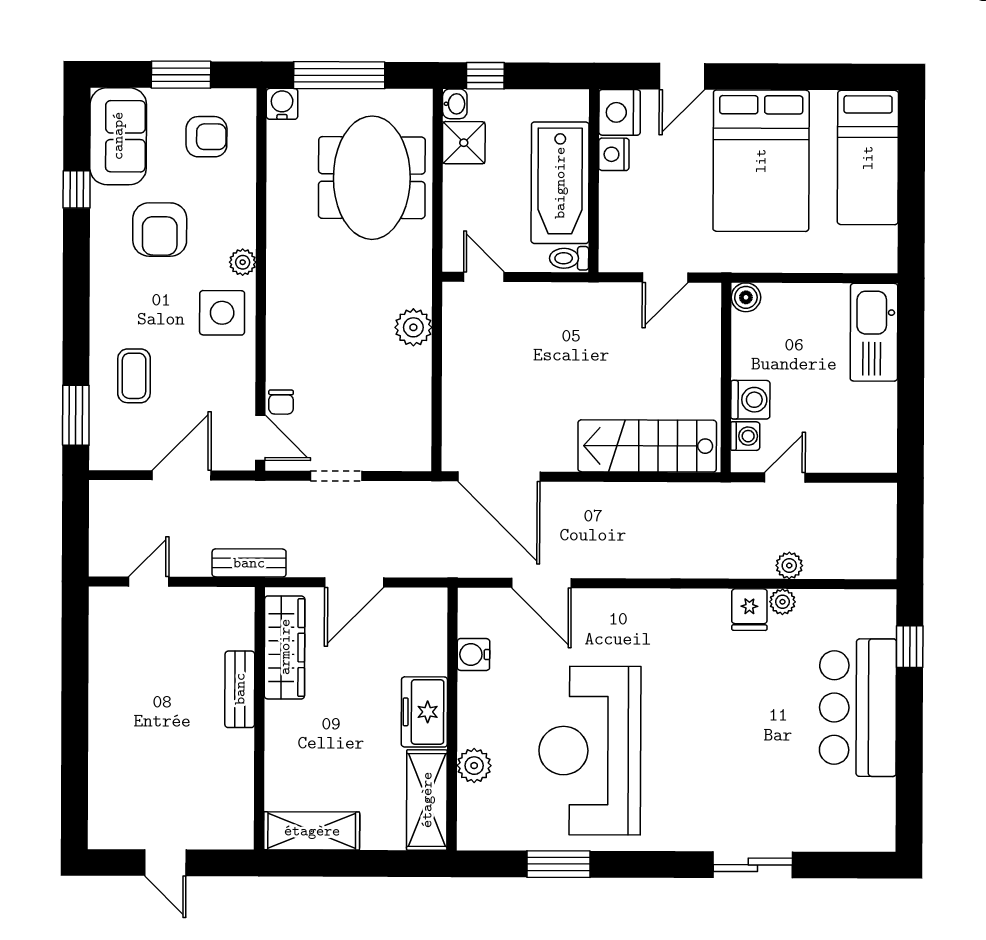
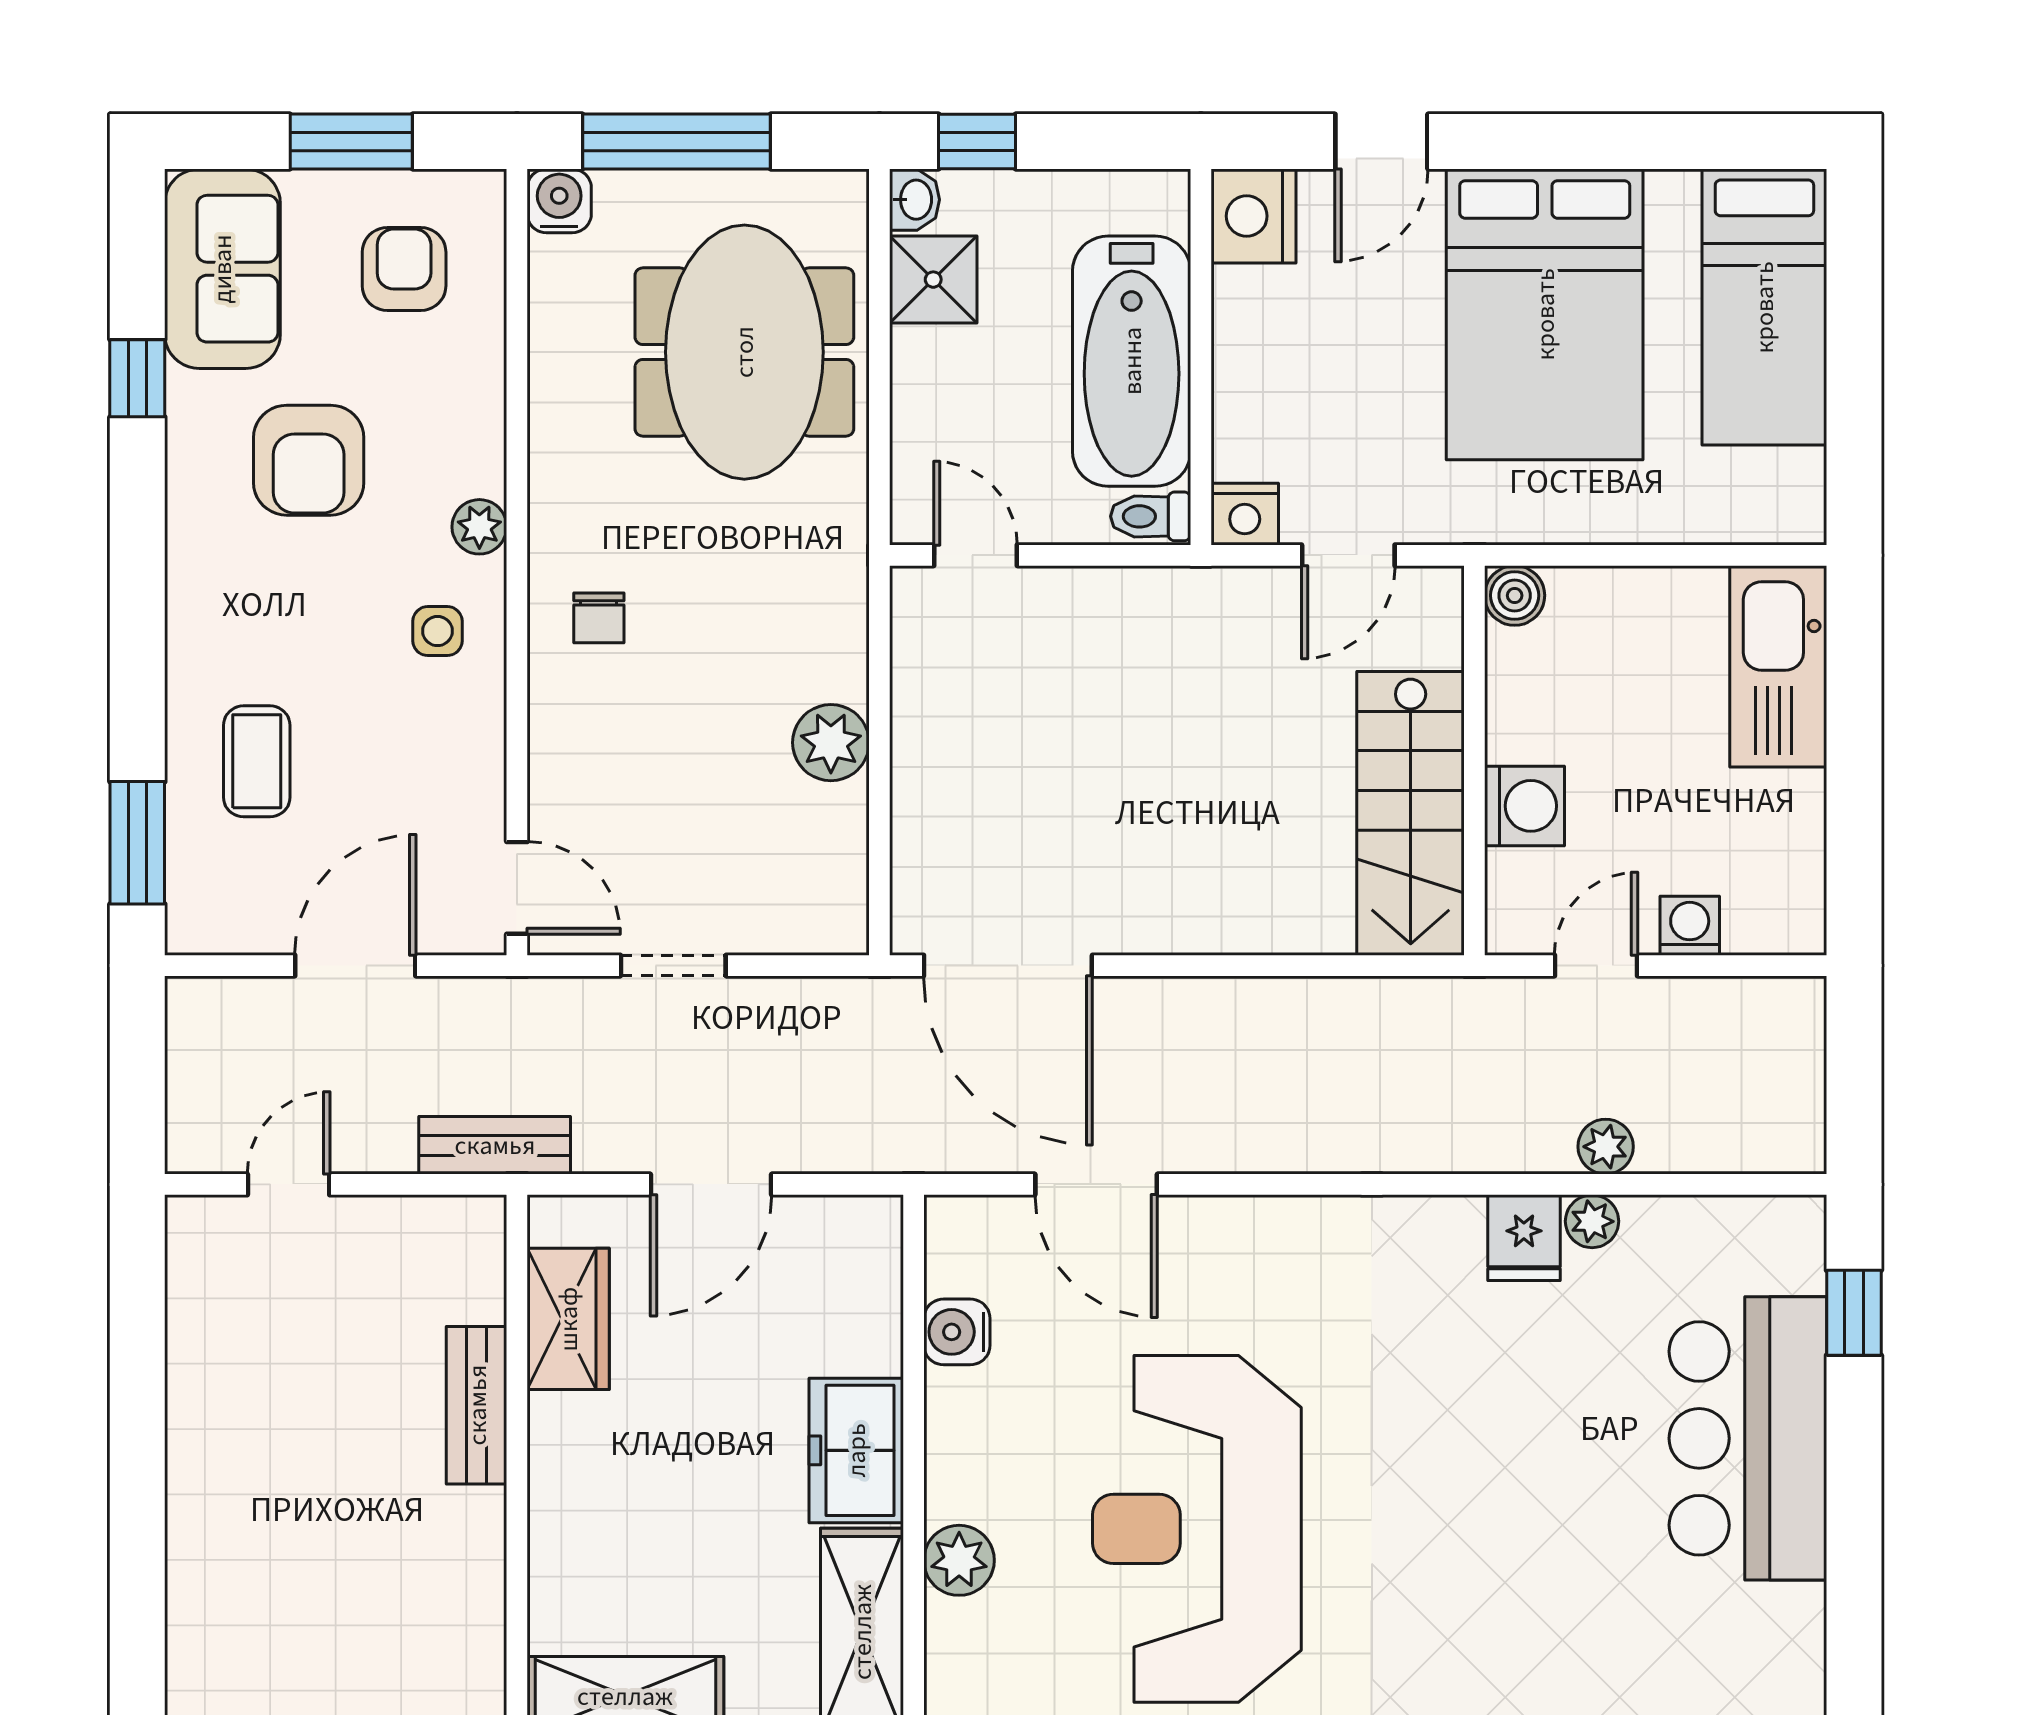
armchair: (206, 137) -> (404, 269), turned -90
nightstand: (614, 154) -> (1245, 514), moved, turned -90
side table: (222, 313) -> (438, 631), width x0.54, depth x0.54
plant: (413, 327) -> (831, 743), moved
chair: (281, 402) -> (599, 618), moved
washing machine: (745, 436) -> (1690, 926), moved, turned -90
stairs: (647, 446) -> (1411, 813), moved, turned -90
wardrobe: (285, 647) -> (568, 1319), width x0.67

